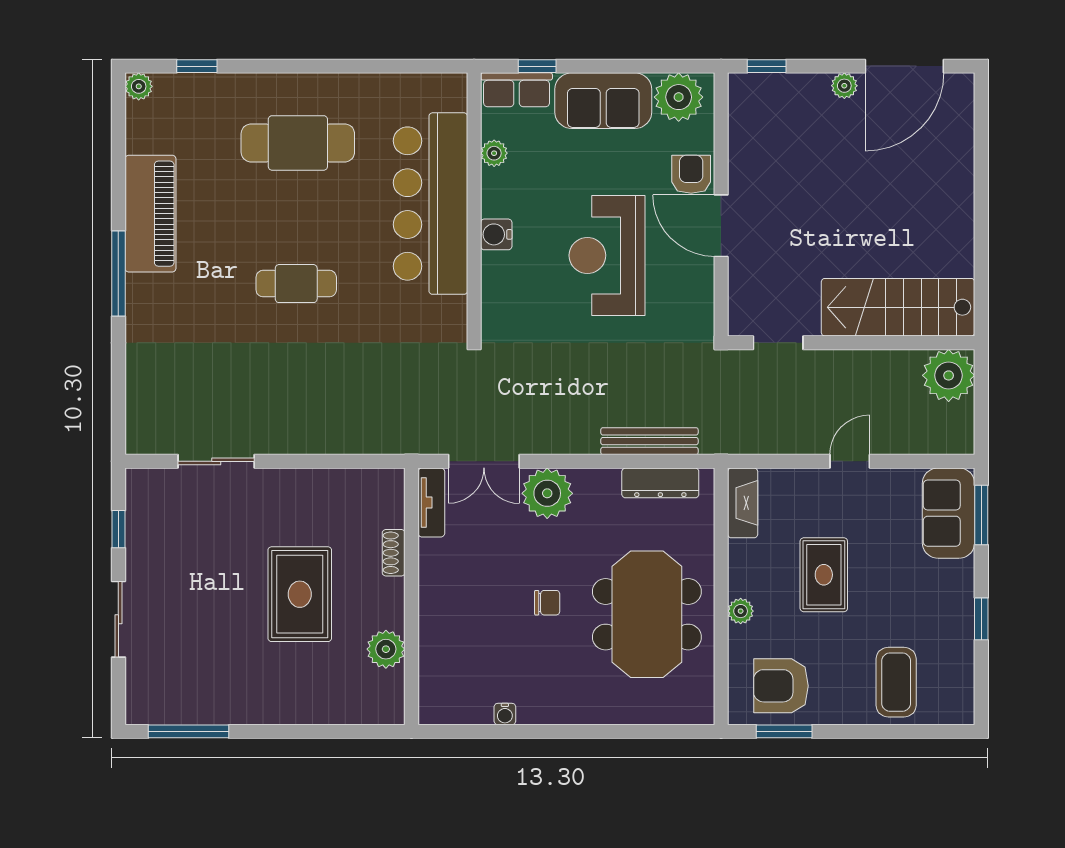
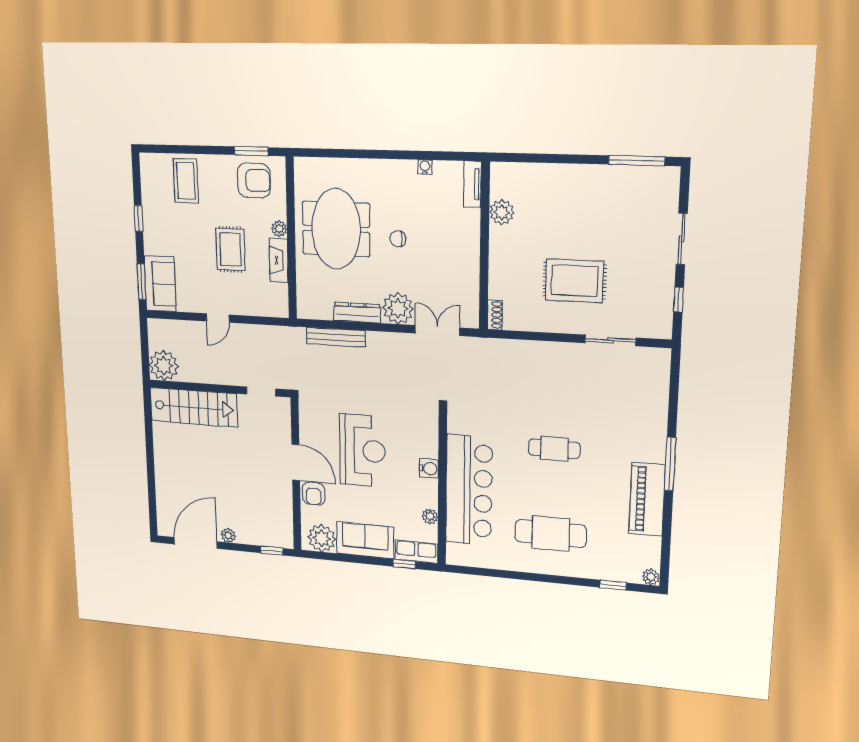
dresser: (660, 483) -> (357, 313), moved
tv unit: (431, 502) -> (472, 184), moved
fireplace: (743, 503) -> (279, 260), moved
shoe rack: (394, 553) -> (495, 315), moved
rug: (300, 594) -> (574, 281), moved, turned 90

